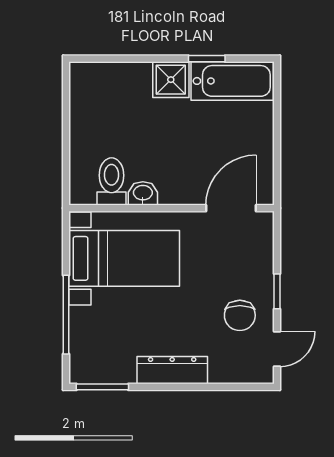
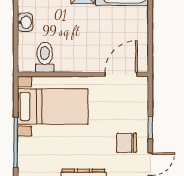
washbasin: (143, 193) -> (25, 22), moved, turned 90
chair: (240, 315) -> (127, 143), turned 90

